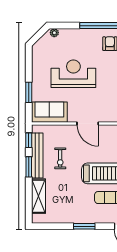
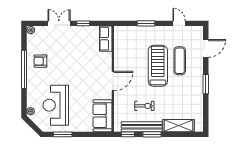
reception desk: (73, 74) -> (56, 105), moved
window: (29, 92) -> (63, 134), moved

